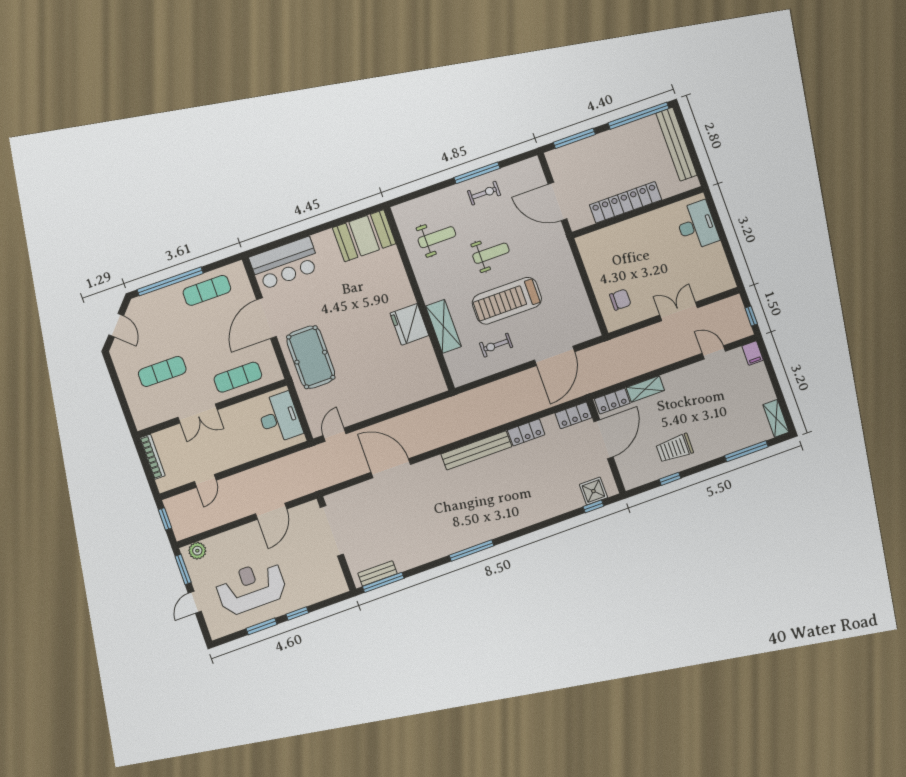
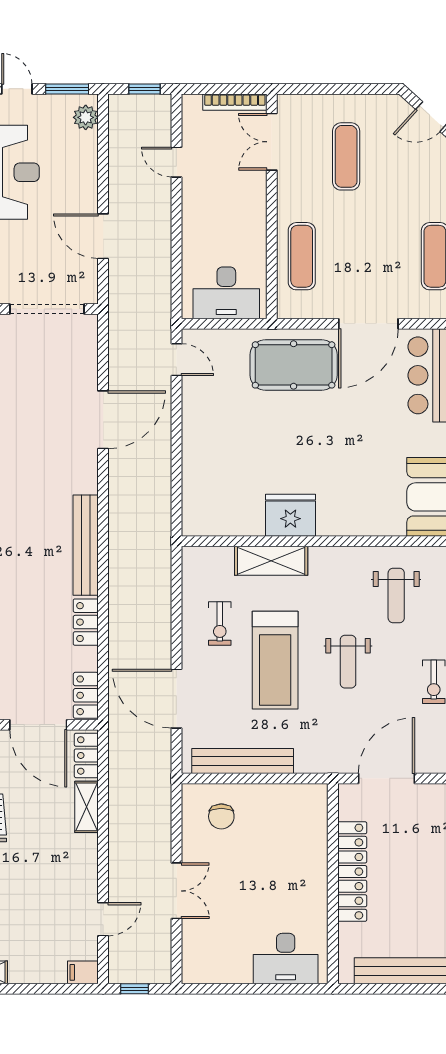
bench: (580, 299) -> (243, 761), added
treadmill: (507, 301) -> (275, 660), turned 180
door: (266, 318) -> (368, 324), swing flipped
exercise bike: (496, 345) -> (220, 624), turned 180
double door: (198, 414) -> (272, 142), moved

